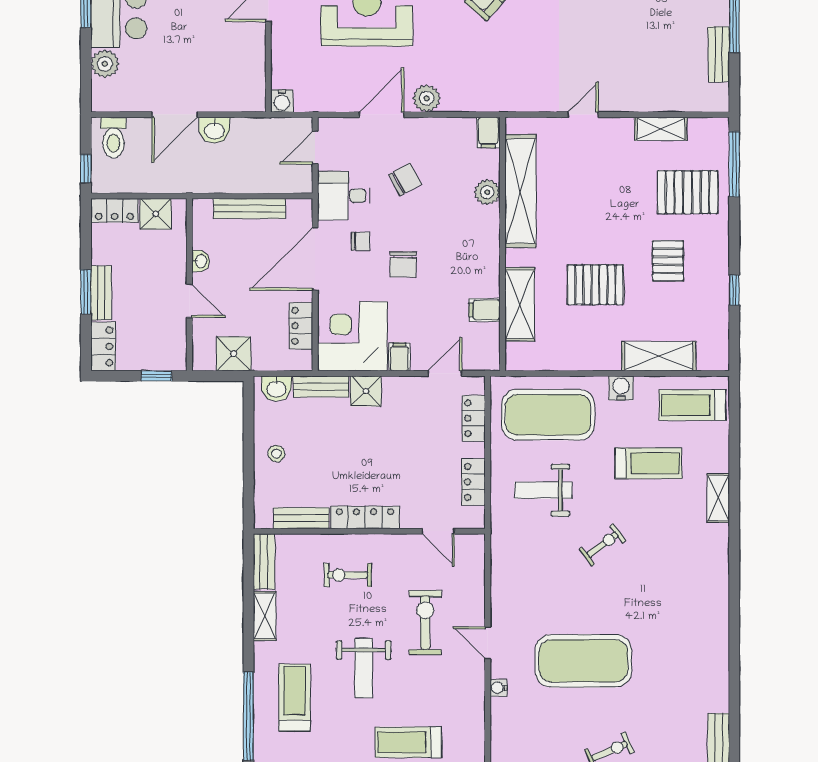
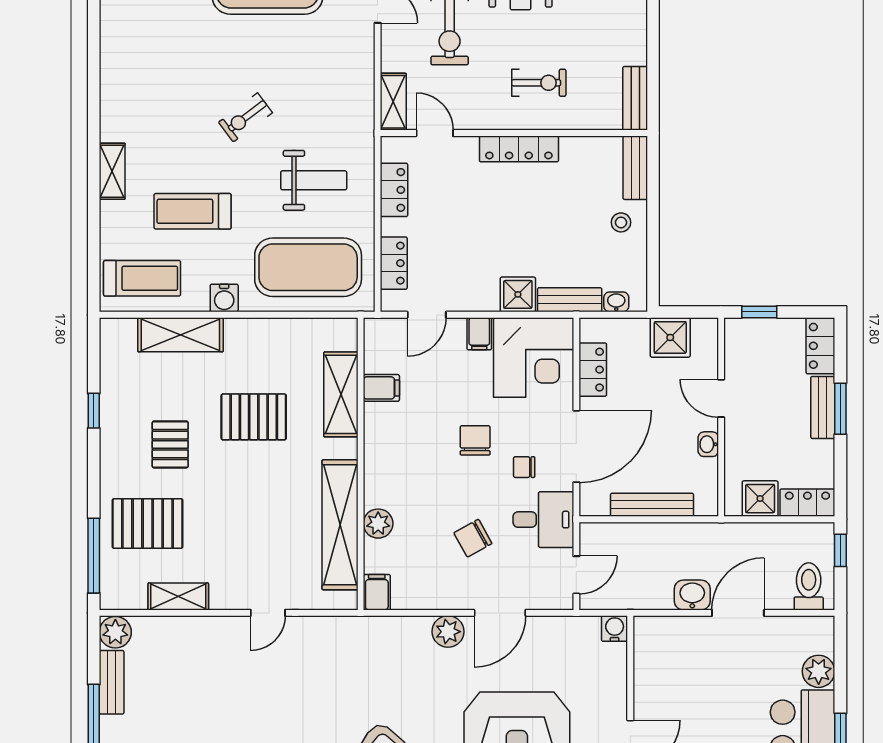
plant: (716, 98) -> (115, 632), added
washbasin: (276, 389) -> (616, 302), width x0.72, depth x0.69
bench: (301, 518) -> (635, 168), moved, turned 90
shelving: (265, 616) -> (393, 102), moved

